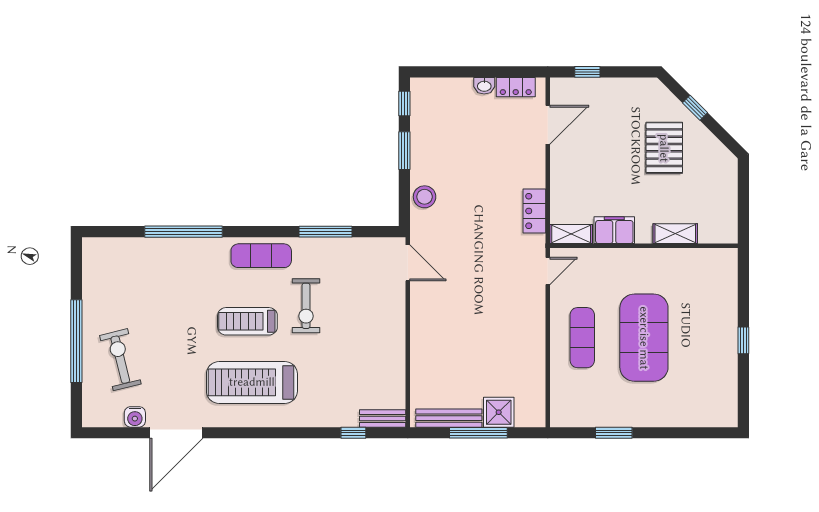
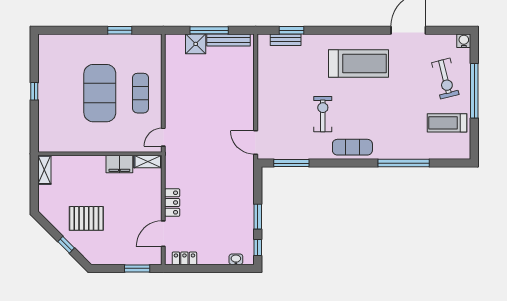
window: (587, 72) -> (137, 268), width x1.50
washbasin: (484, 86) -> (236, 259), moved
pallet: (664, 148) -> (86, 218), turned 90
stool: (425, 197) -> (245, 186), removed
locker: (534, 211) -> (172, 203), moved
window: (326, 232) -> (291, 163), moved
shelving: (675, 234) -> (44, 170), moved, turned 90
treadmill: (247, 321) -> (447, 123), moved, turned 180
water cooler: (135, 417) -> (464, 41), moved
bench: (383, 419) -> (286, 40), moved
window: (353, 433) -> (292, 30), width x1.50

